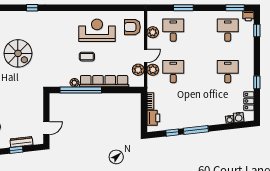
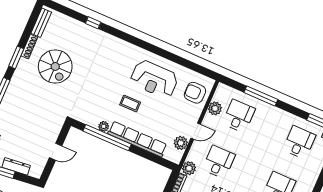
window: (183, 8) -> (261, 96), width x1.44
reception desk: (97, 30) -> (154, 79), turned 180
plant: (153, 70) -> (189, 168), moved
door: (46, 128) -> (56, 152), moved

